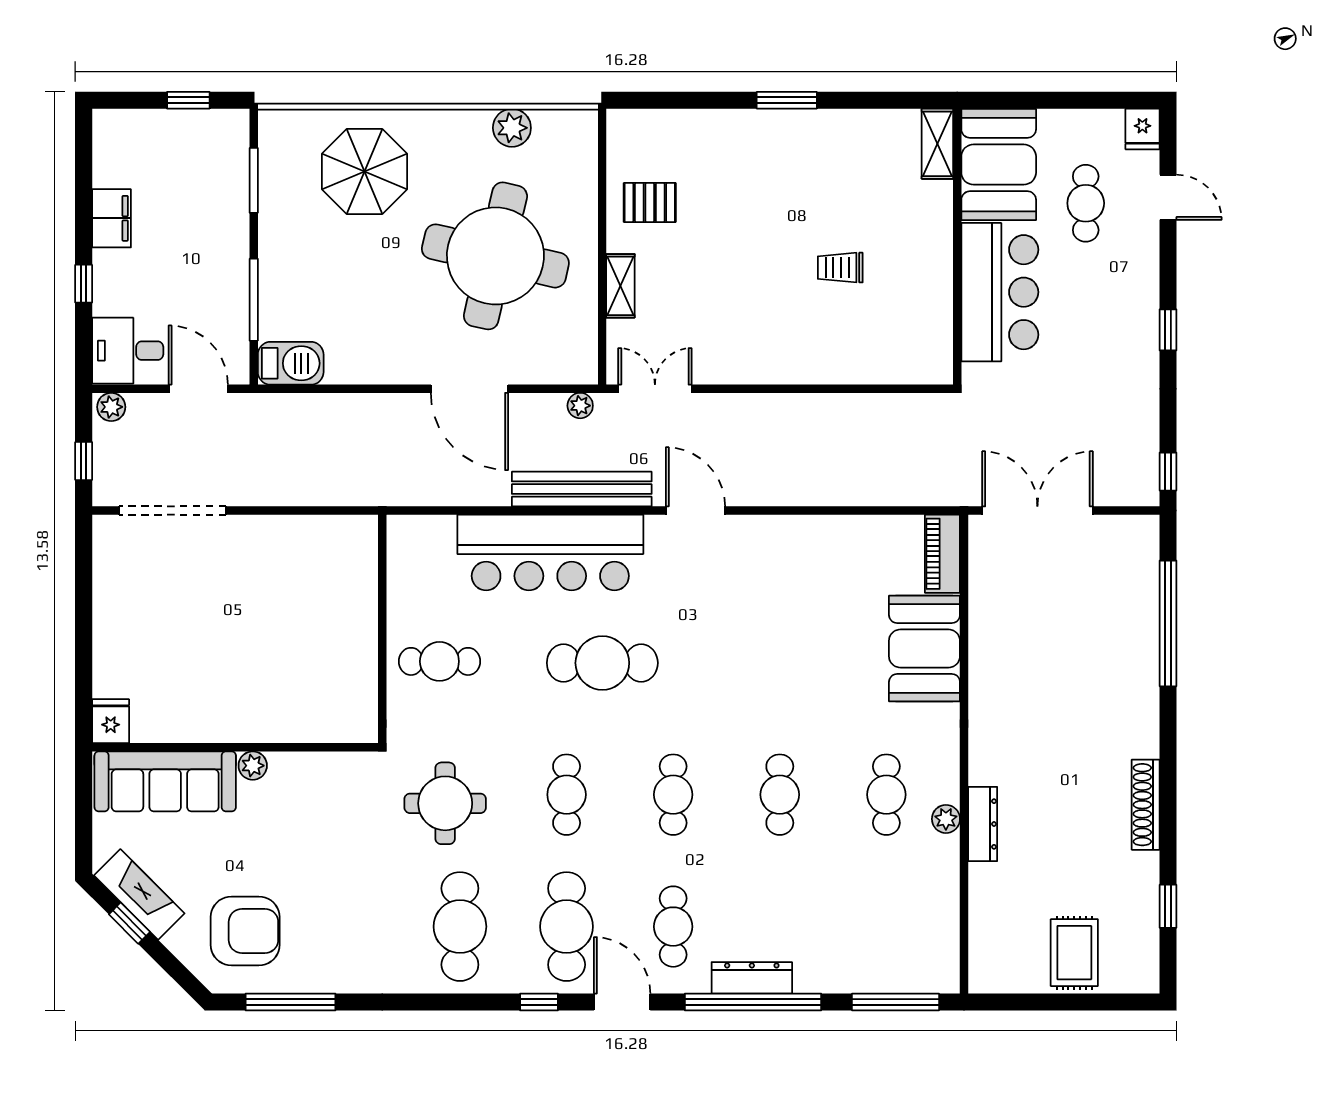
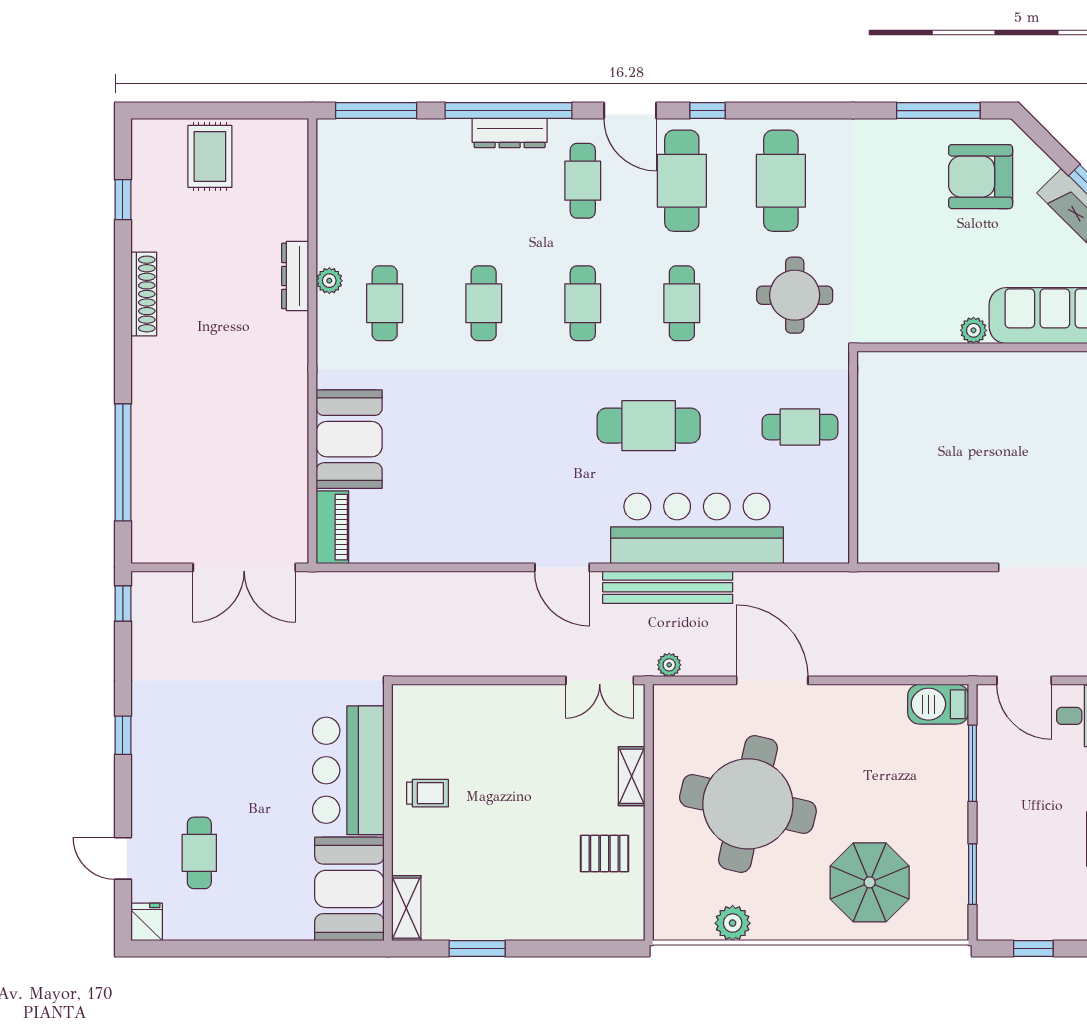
shelving: (937, 144) -> (406, 908), moved
booth: (999, 165) -> (349, 889), moved
wall: (957, 247) -> (388, 812), moved
bar counter: (1000, 292) -> (348, 770), moved

